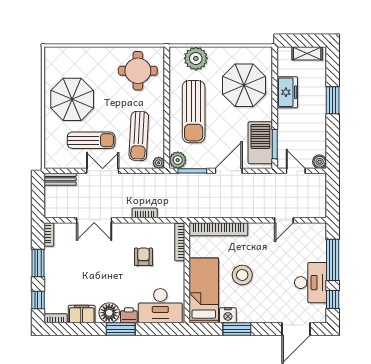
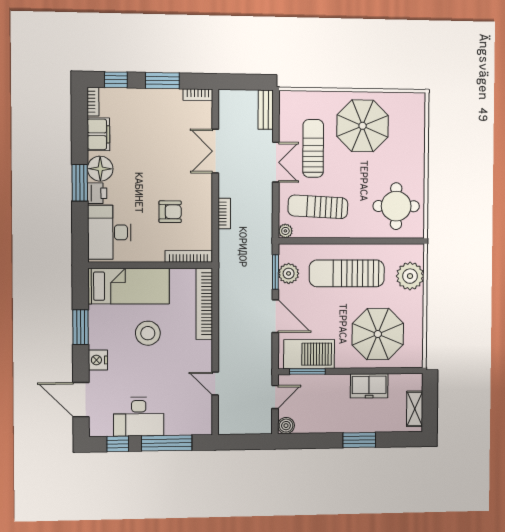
sun lounger: (91, 140) -> (313, 148), turned 180
plant: (178, 160) -> (289, 273), moved
nightstand: (228, 315) -> (98, 360), moved

